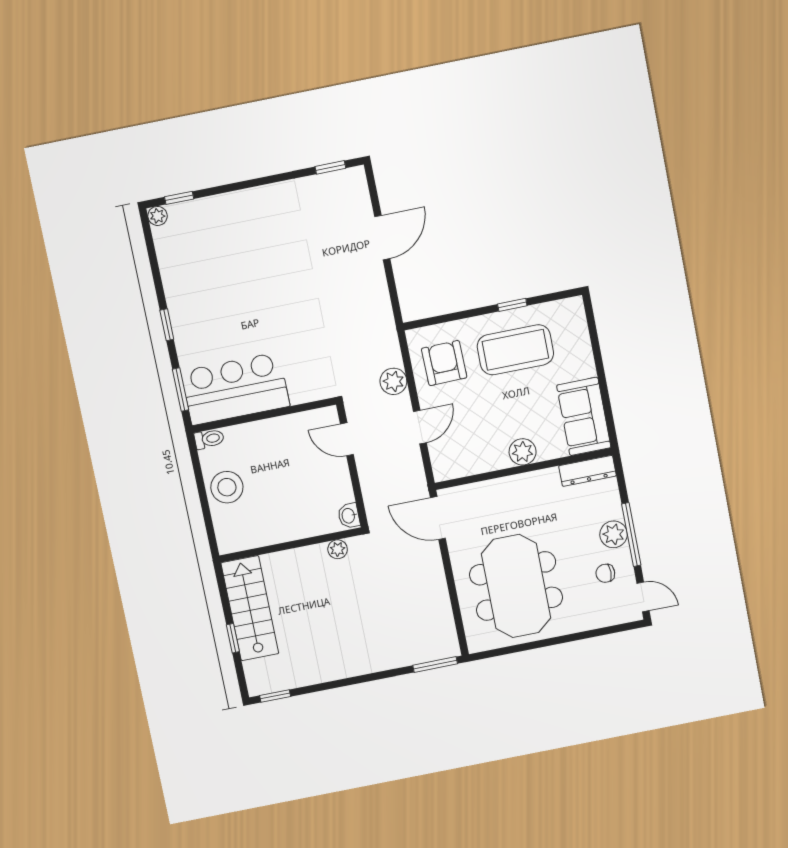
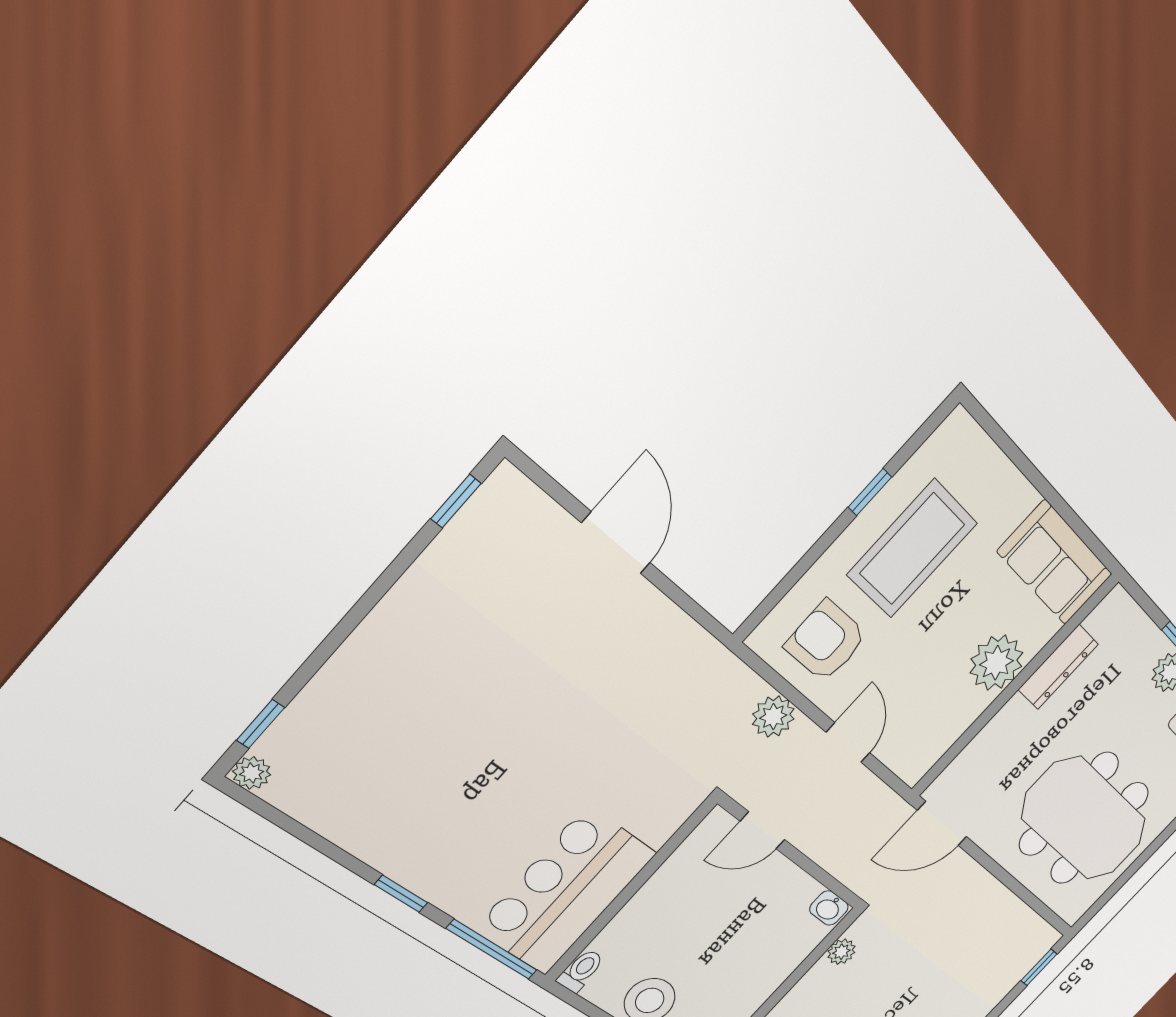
window: (181, 390) -> (492, 950), width x1.44
plant: (523, 452) -> (996, 663), width x1.36, depth x1.36
dresser: (587, 471) -> (1058, 667), moved
window: (435, 665) -> (1039, 967), width x0.67

